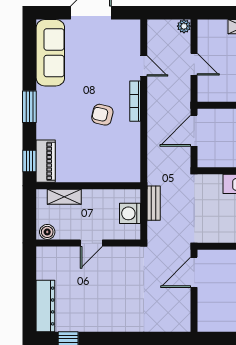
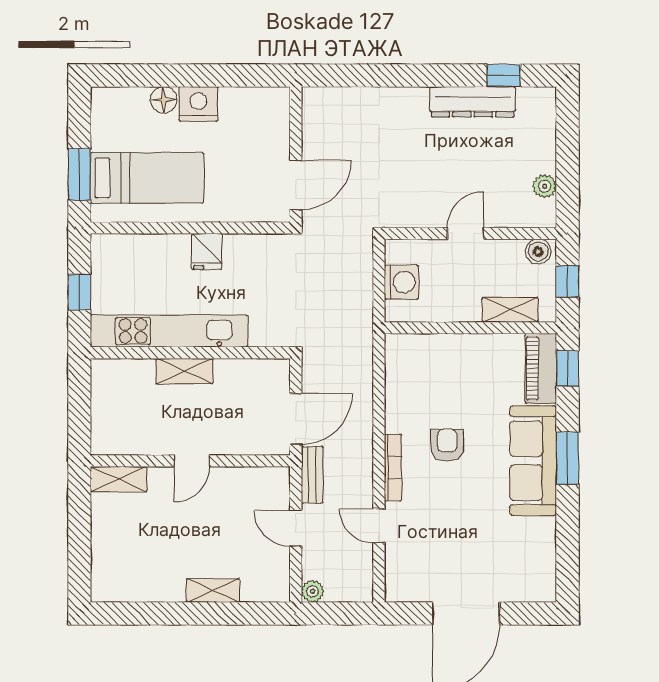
sofa: (50, 53) -> (533, 461), moved
armchair: (102, 115) -> (447, 445), turned -103
bench: (154, 203) -> (312, 475), moved
window: (29, 214) -> (568, 281), added
plant: (43, 272) -> (545, 186), added
dresser: (45, 306) -> (473, 102), moved, turned -90

